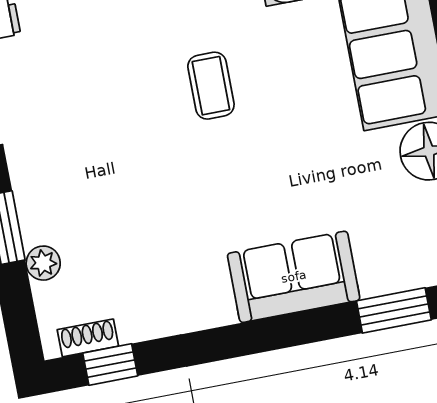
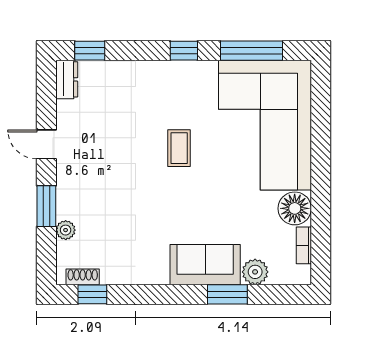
plant: (382, 273) -> (255, 272), added
window: (394, 310) -> (227, 294), moved

